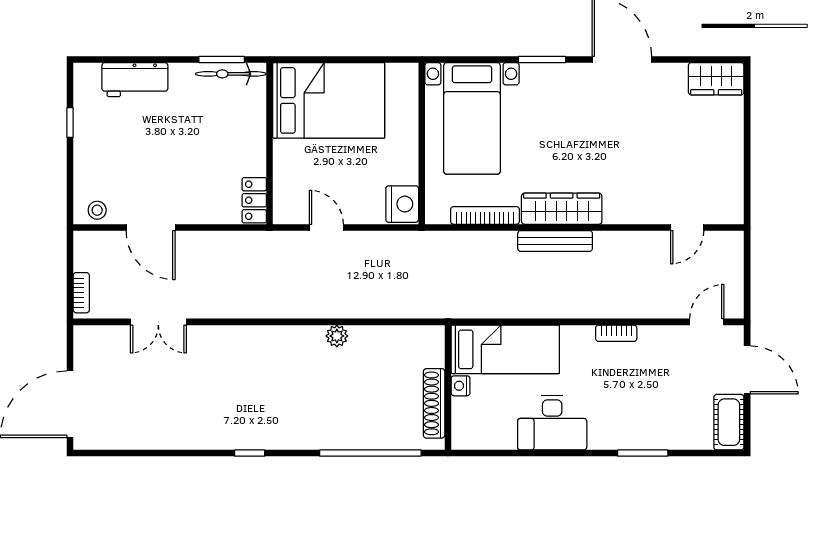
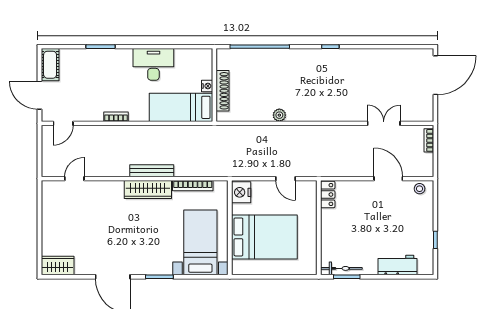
bed: (329, 100) -> (264, 237), moved, turned 180
shoe rack: (434, 403) -> (222, 91), moved

